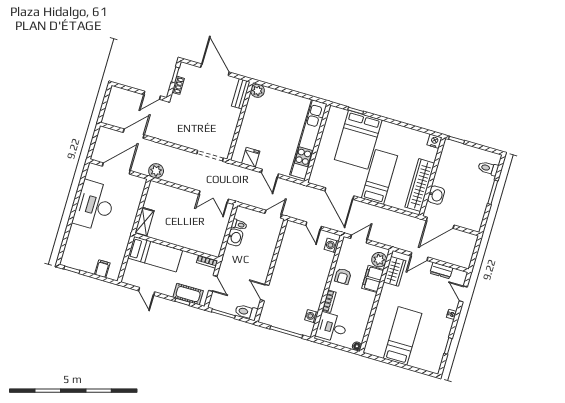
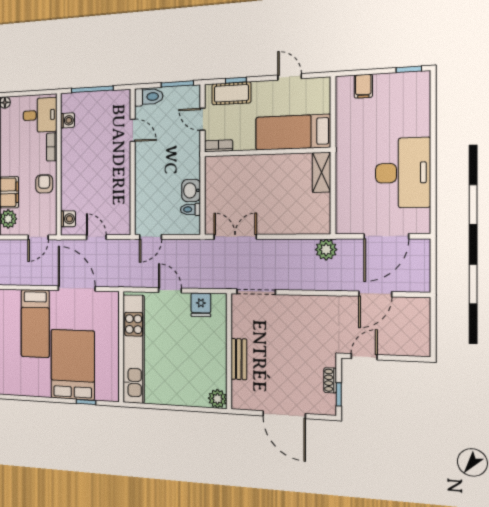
bench: (241, 94) -> (239, 359), moved

